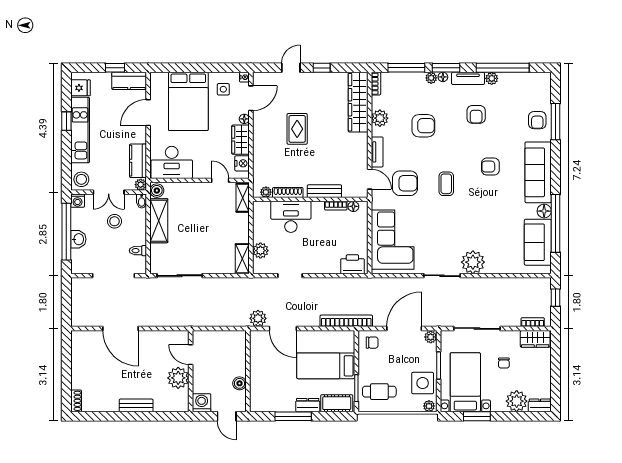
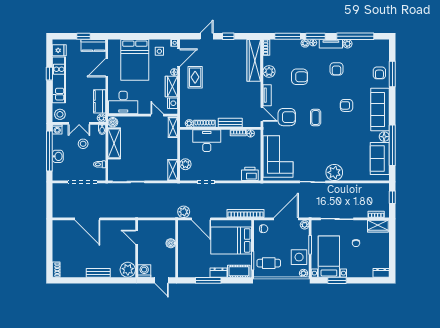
rug: (297, 129) -> (195, 77), moved
bed: (326, 366) -> (231, 240), width x1.50
plant: (178, 378) -> (128, 270), moved
boiler: (240, 383) -> (171, 243), moved
plant: (517, 401) -> (365, 270), removed

